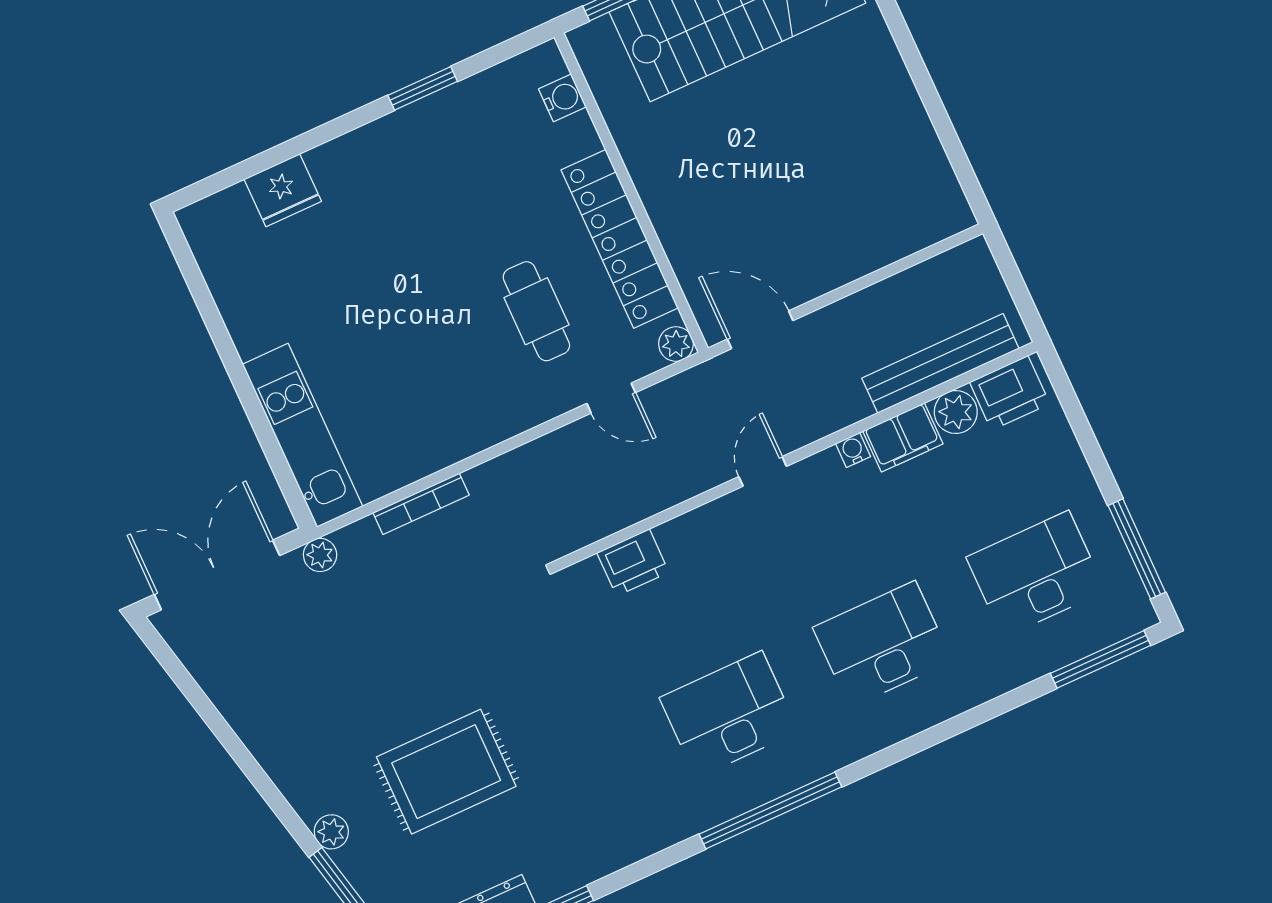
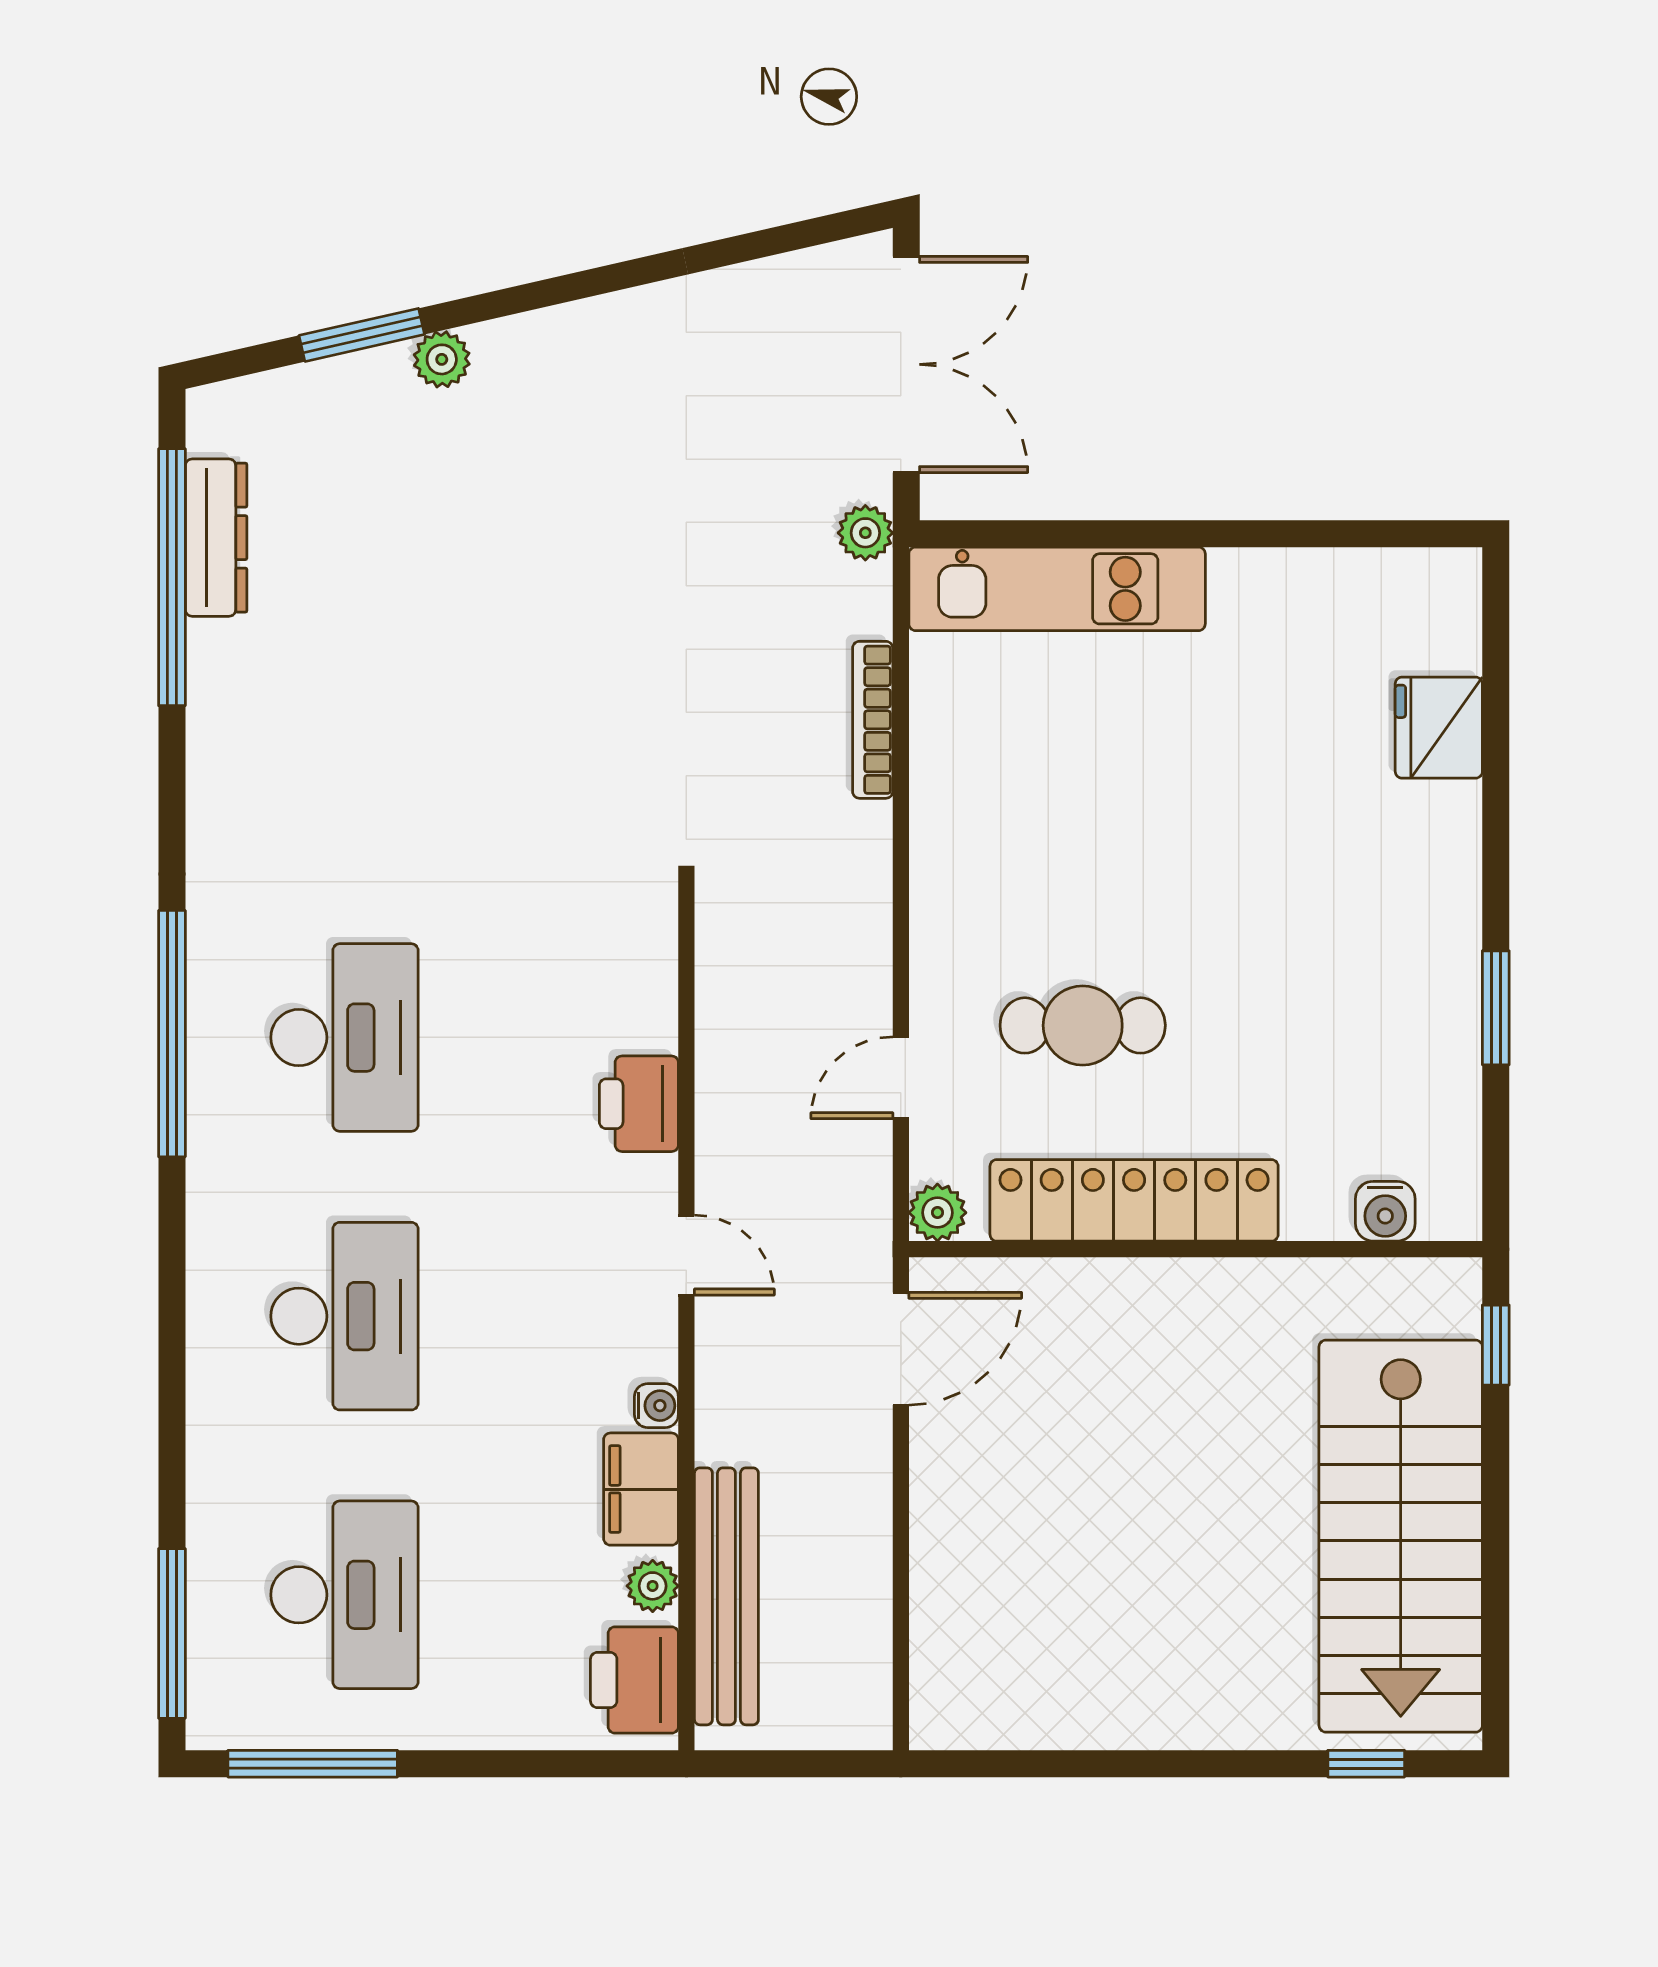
plant: (956, 412) -> (653, 1586), width x0.73, depth x0.73
printer: (633, 563) -> (639, 1104), moved
rug: (446, 772) -> (453, 573), removed

